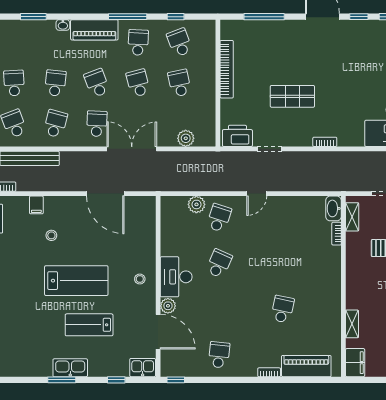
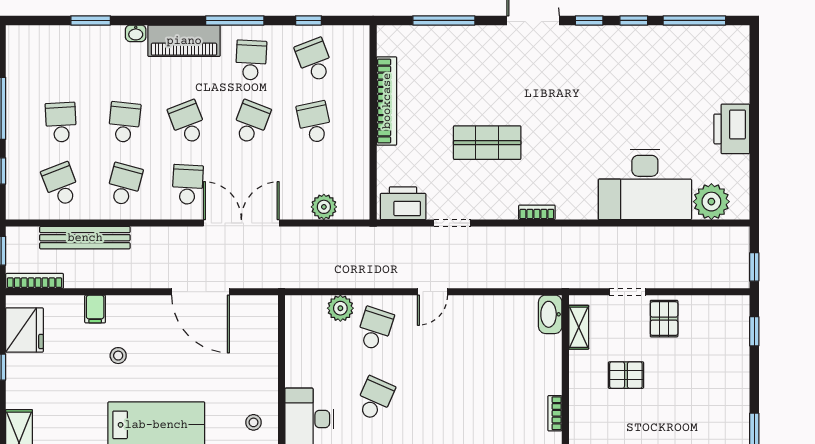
school desk: (138, 83) -> (251, 122), turned 36
bookcase: (337, 234) -> (555, 413), moved

